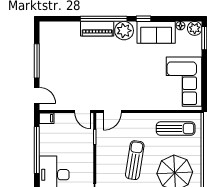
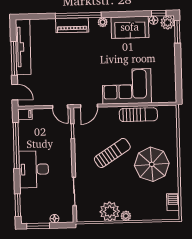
window: (143, 19) -> (159, 13), moved
plant: (124, 31) -> (103, 22), width x0.53, depth x0.53
tv unit: (47, 50) -> (23, 47), added
corner sofa: (184, 82) -> (127, 86), moved, turned 90
sun lounger: (176, 129) -> (138, 115), moved
sun lounger: (135, 160) -> (112, 153), turned 48

